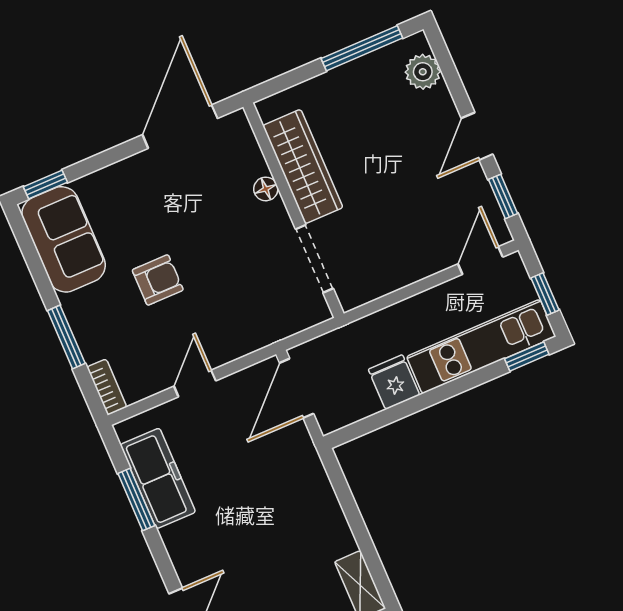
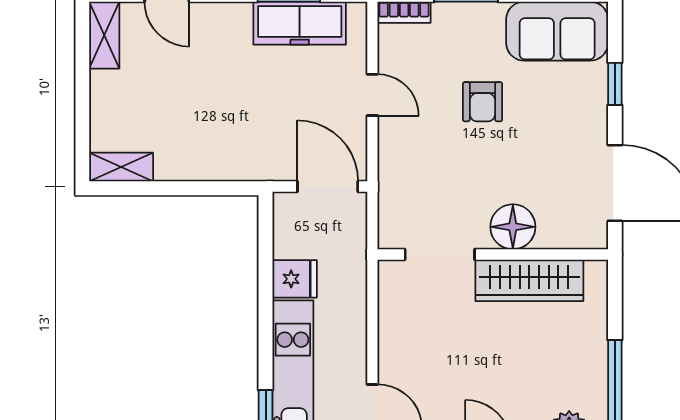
window: (45, 184) -> (615, 84), moved
floor lamp: (266, 189) -> (513, 227), width x1.89, depth x1.89

